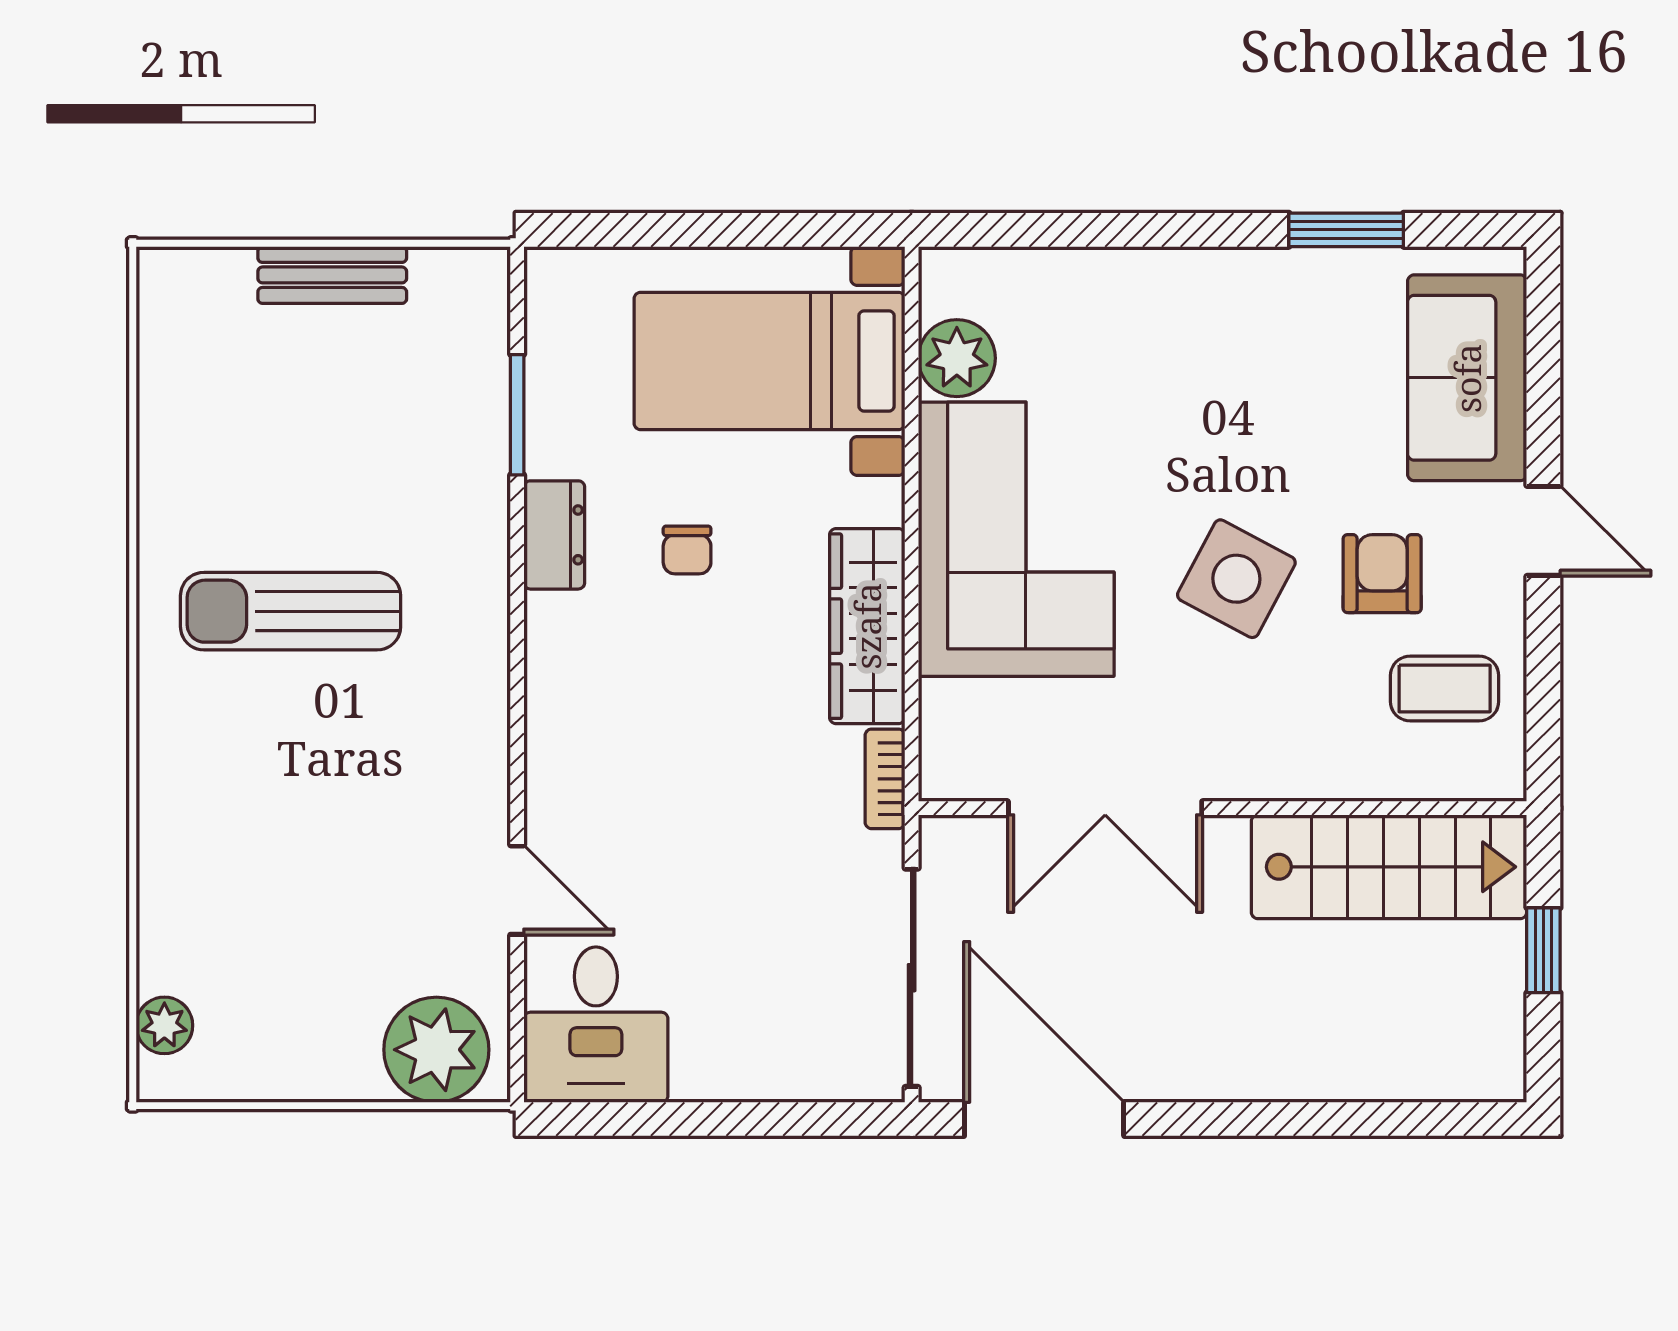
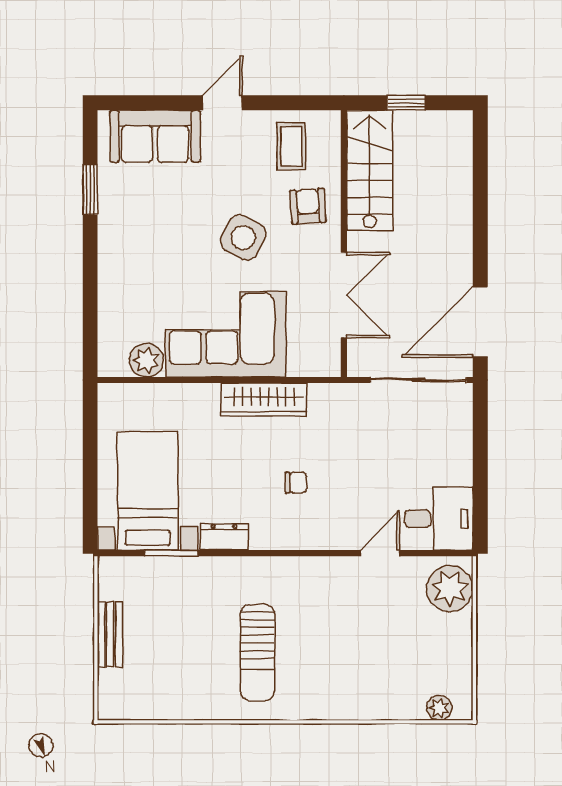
bed with nightstands: (769, 361) -> (148, 491), moved, turned 180
chair: (687, 550) -> (296, 483), moved
armchair: (1382, 574) -> (308, 206), moved, turned 86
bookcase: (885, 779) -> (331, 392), removed

